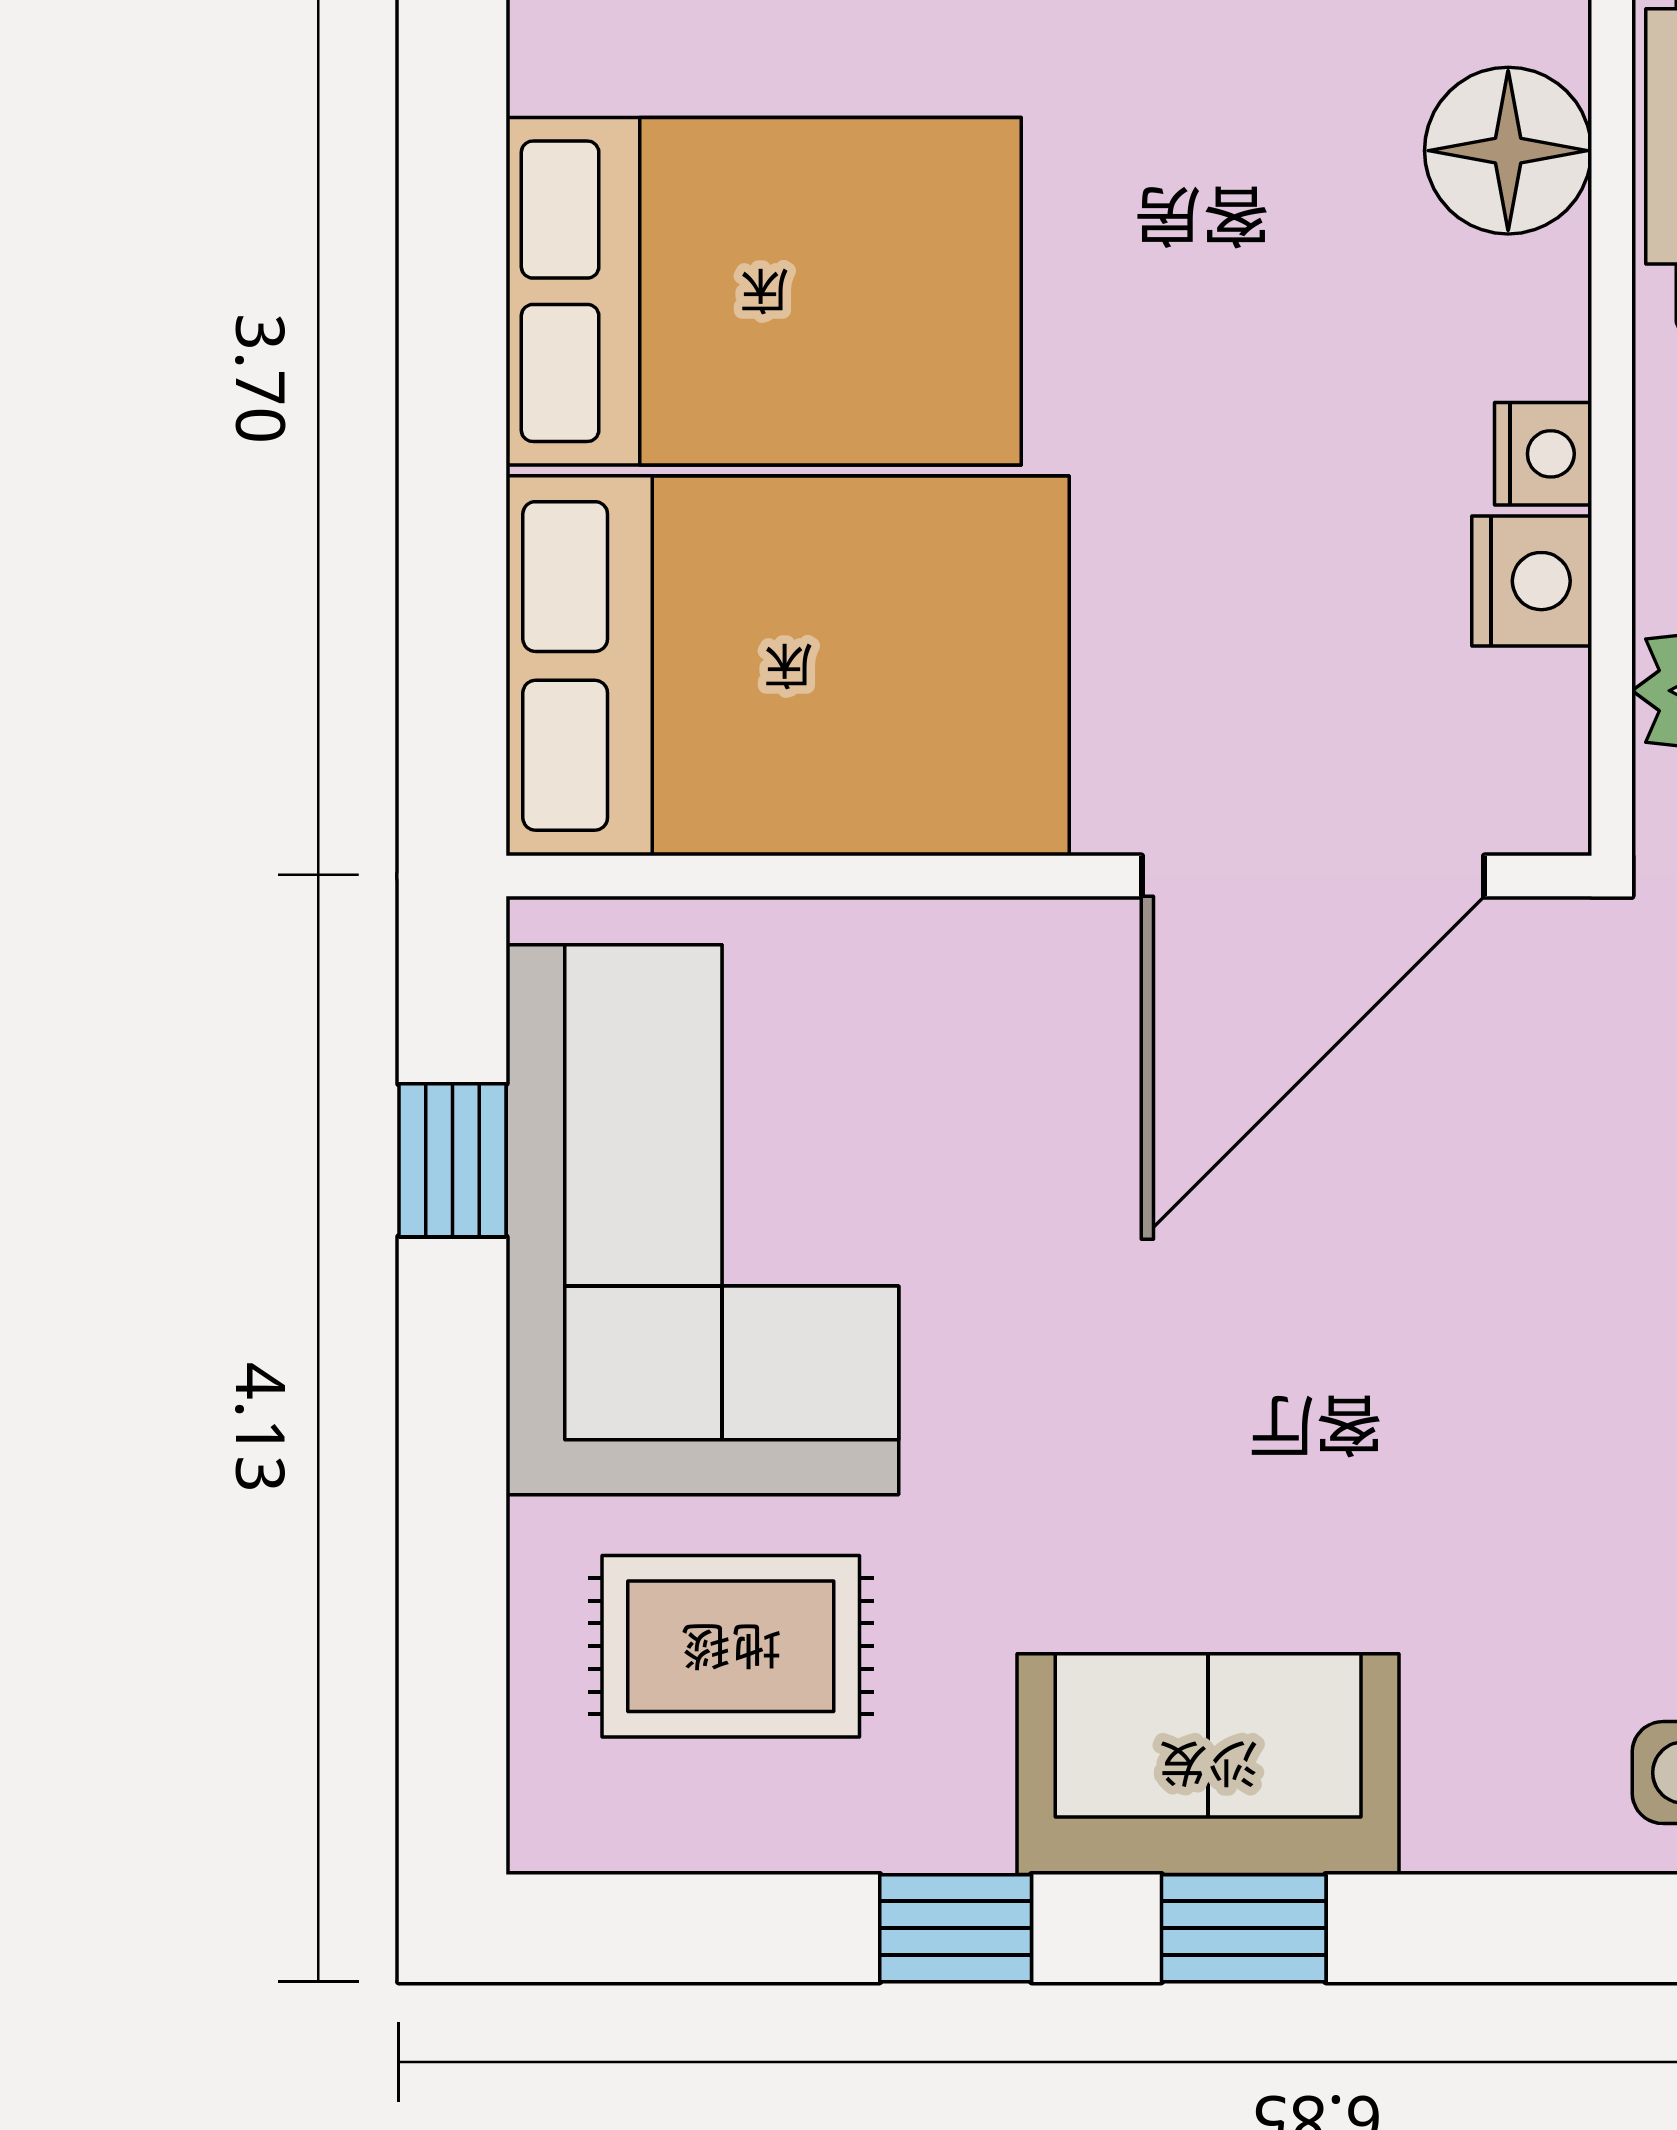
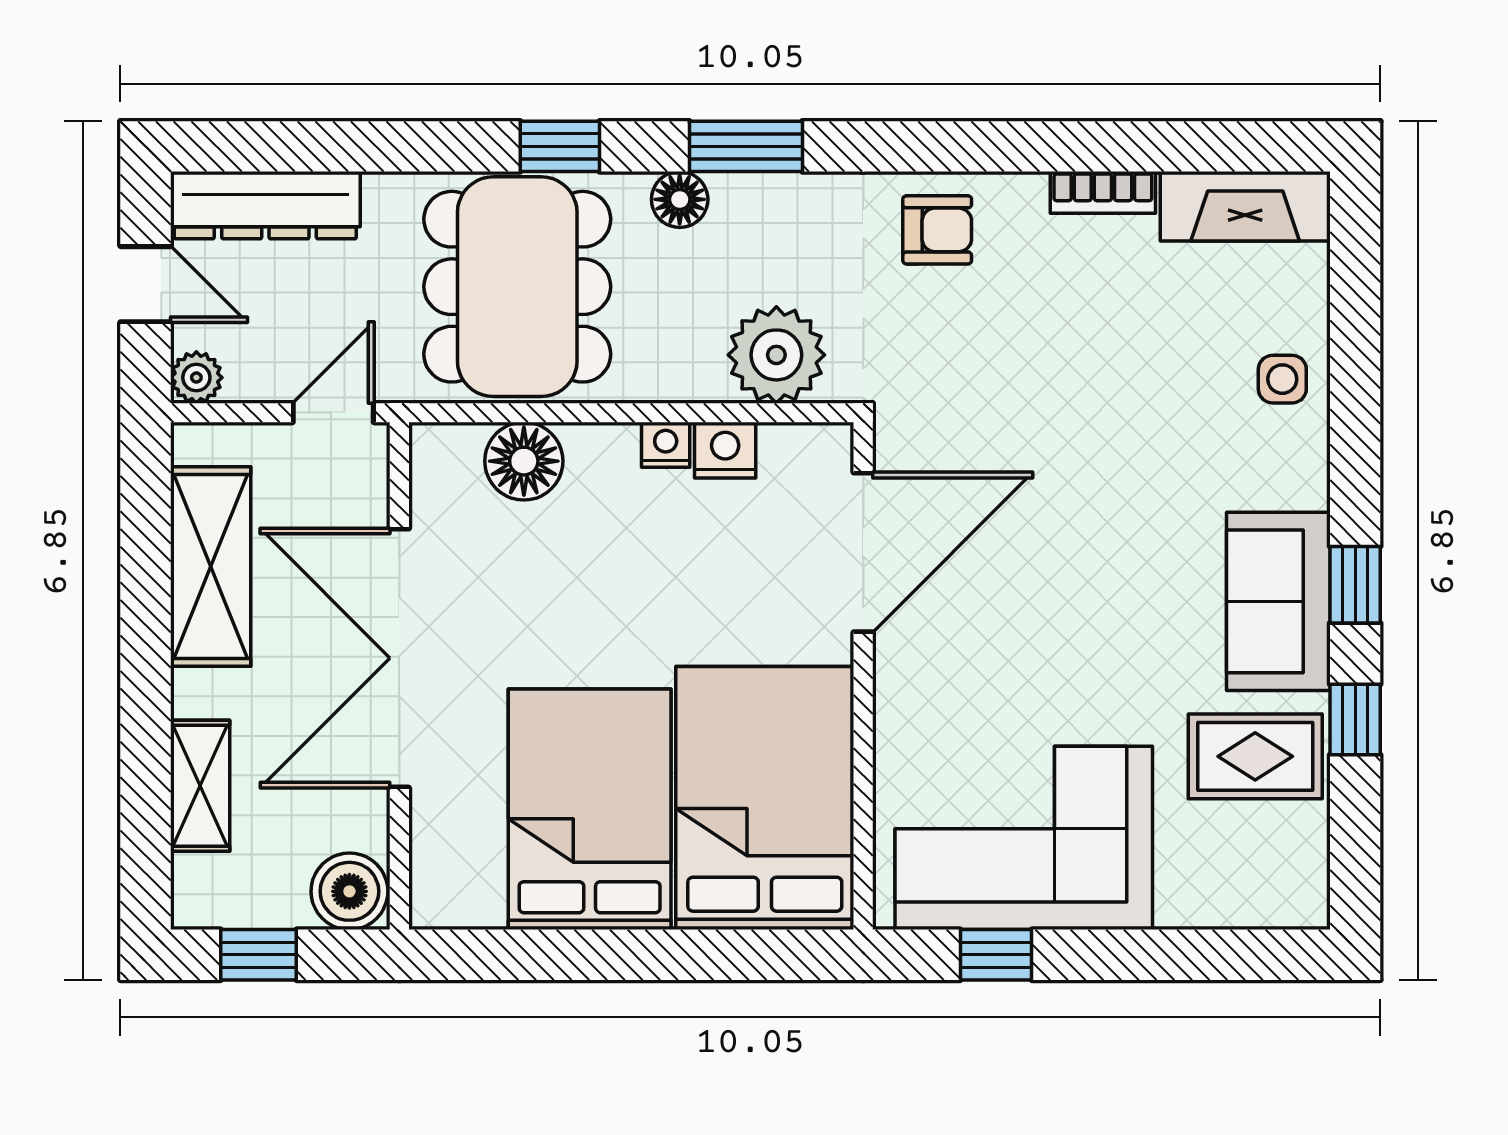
door: (1313, 876) -> (863, 552), hinge flipped
rug: (731, 1646) -> (1255, 756), moved, turned 90

